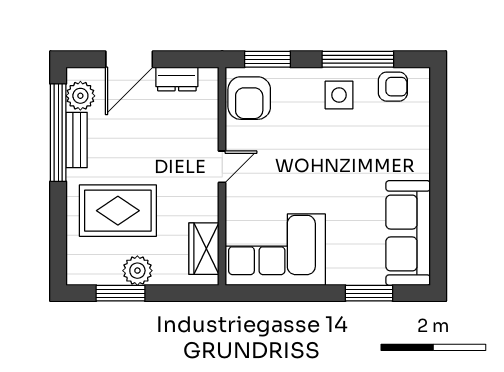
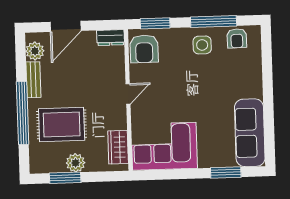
dresser: (177, 79) -> (111, 38), moved
armchair: (393, 87) -> (237, 38), turned 89
window: (58, 133) -> (23, 113), moved

